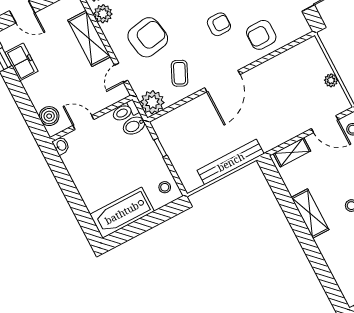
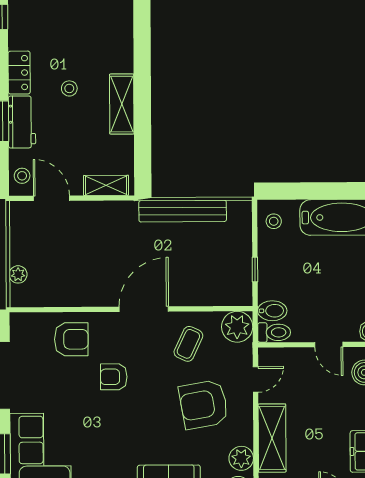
plant: (331, 80) -> (18, 274), moved

